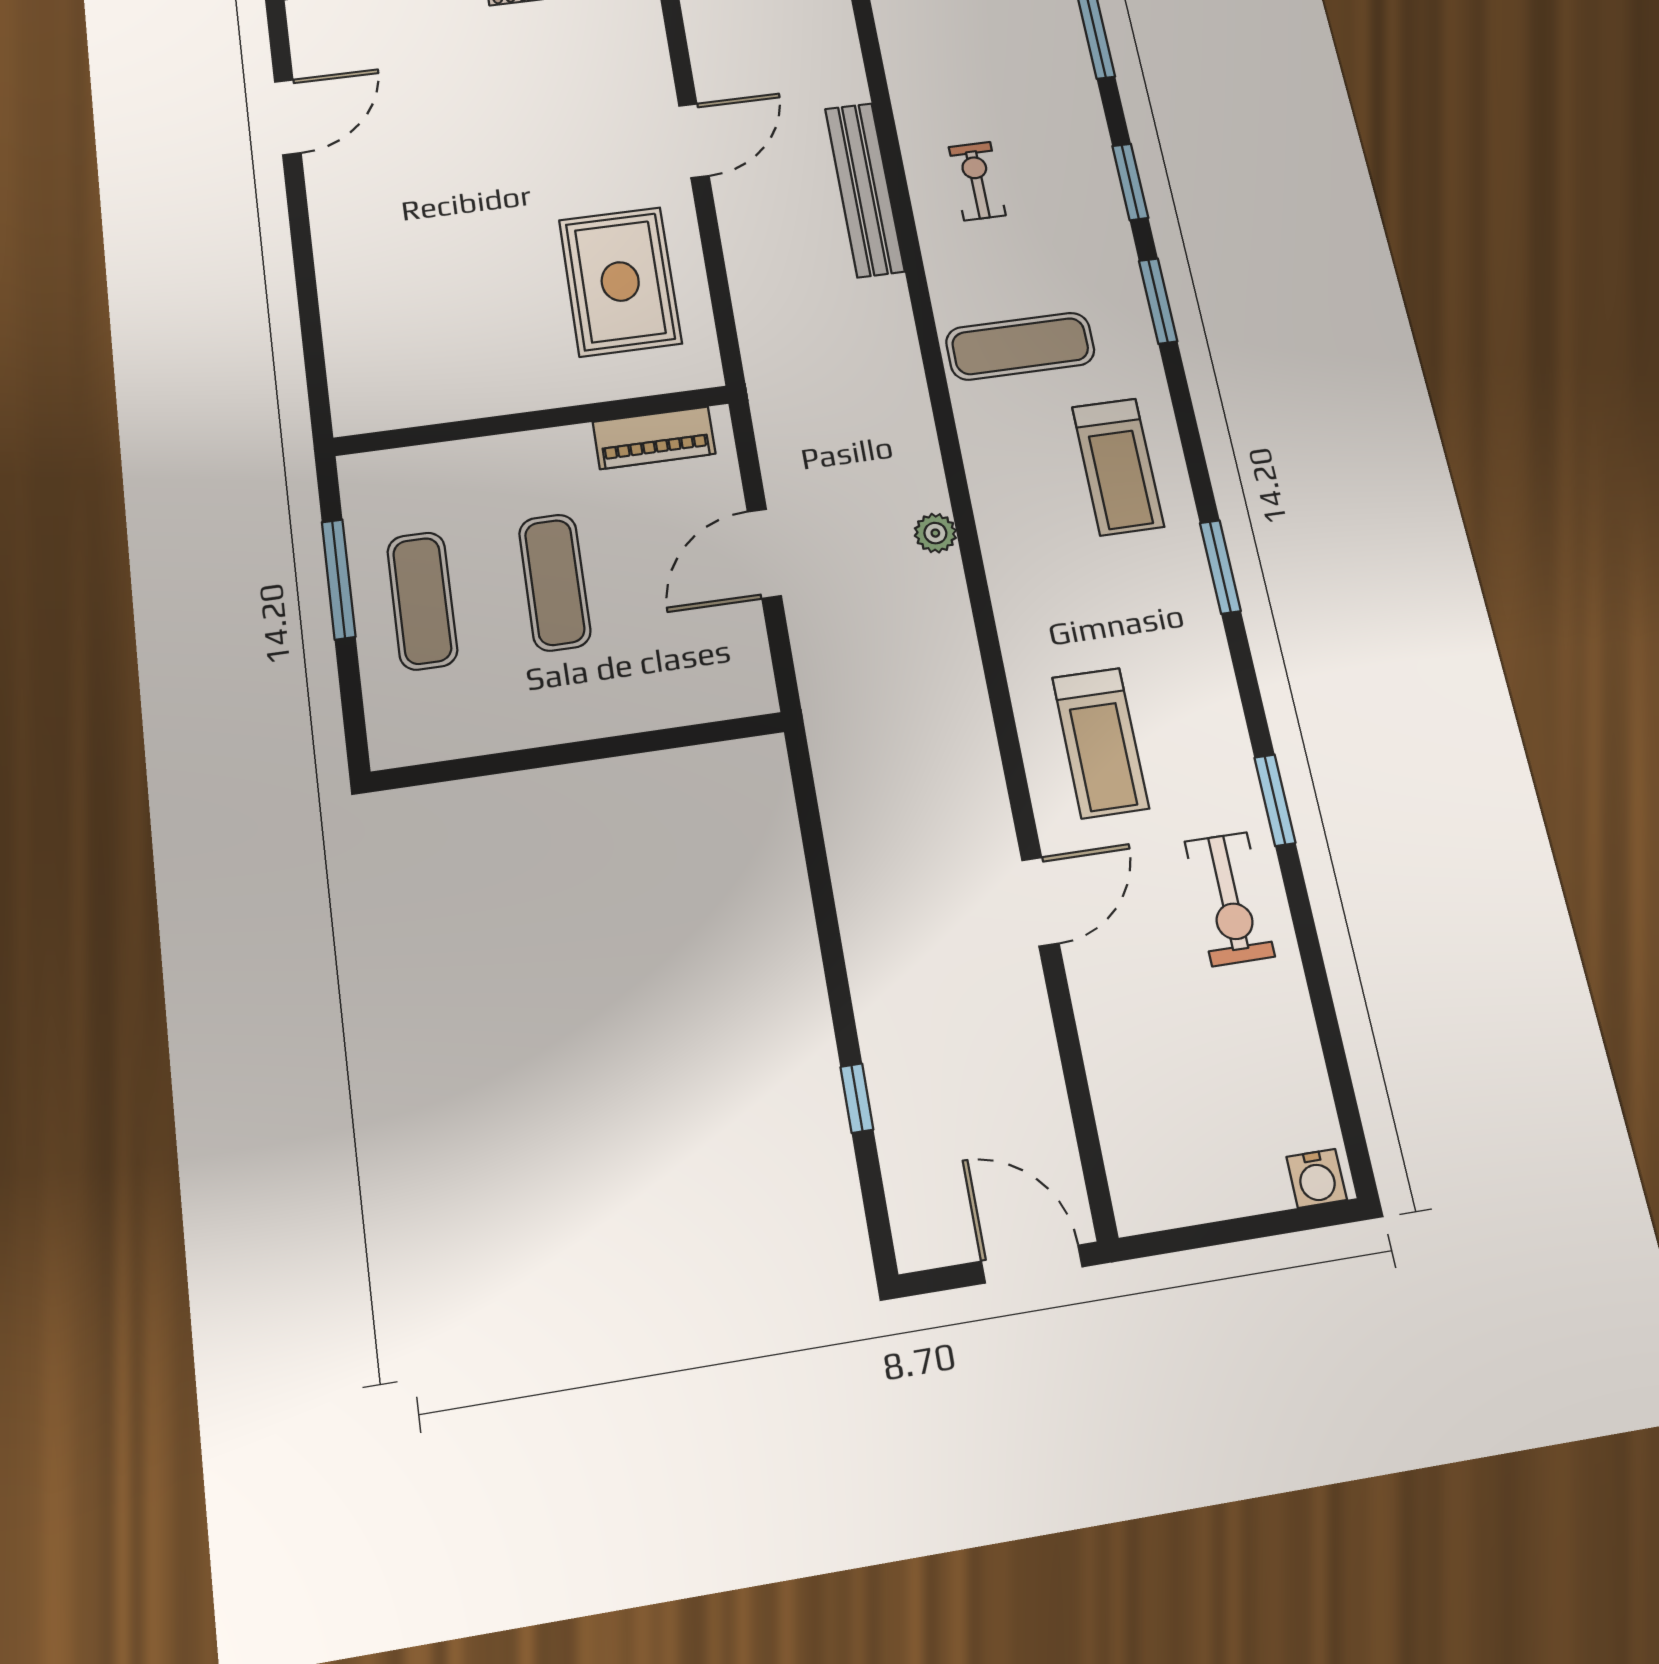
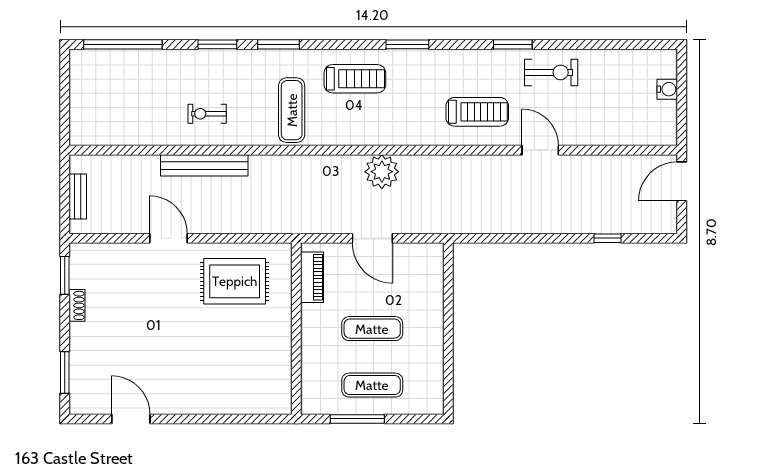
plant: (935, 533) -> (382, 172), width x1.87, depth x1.87
water cooler: (1317, 1178) -> (667, 89), moved

